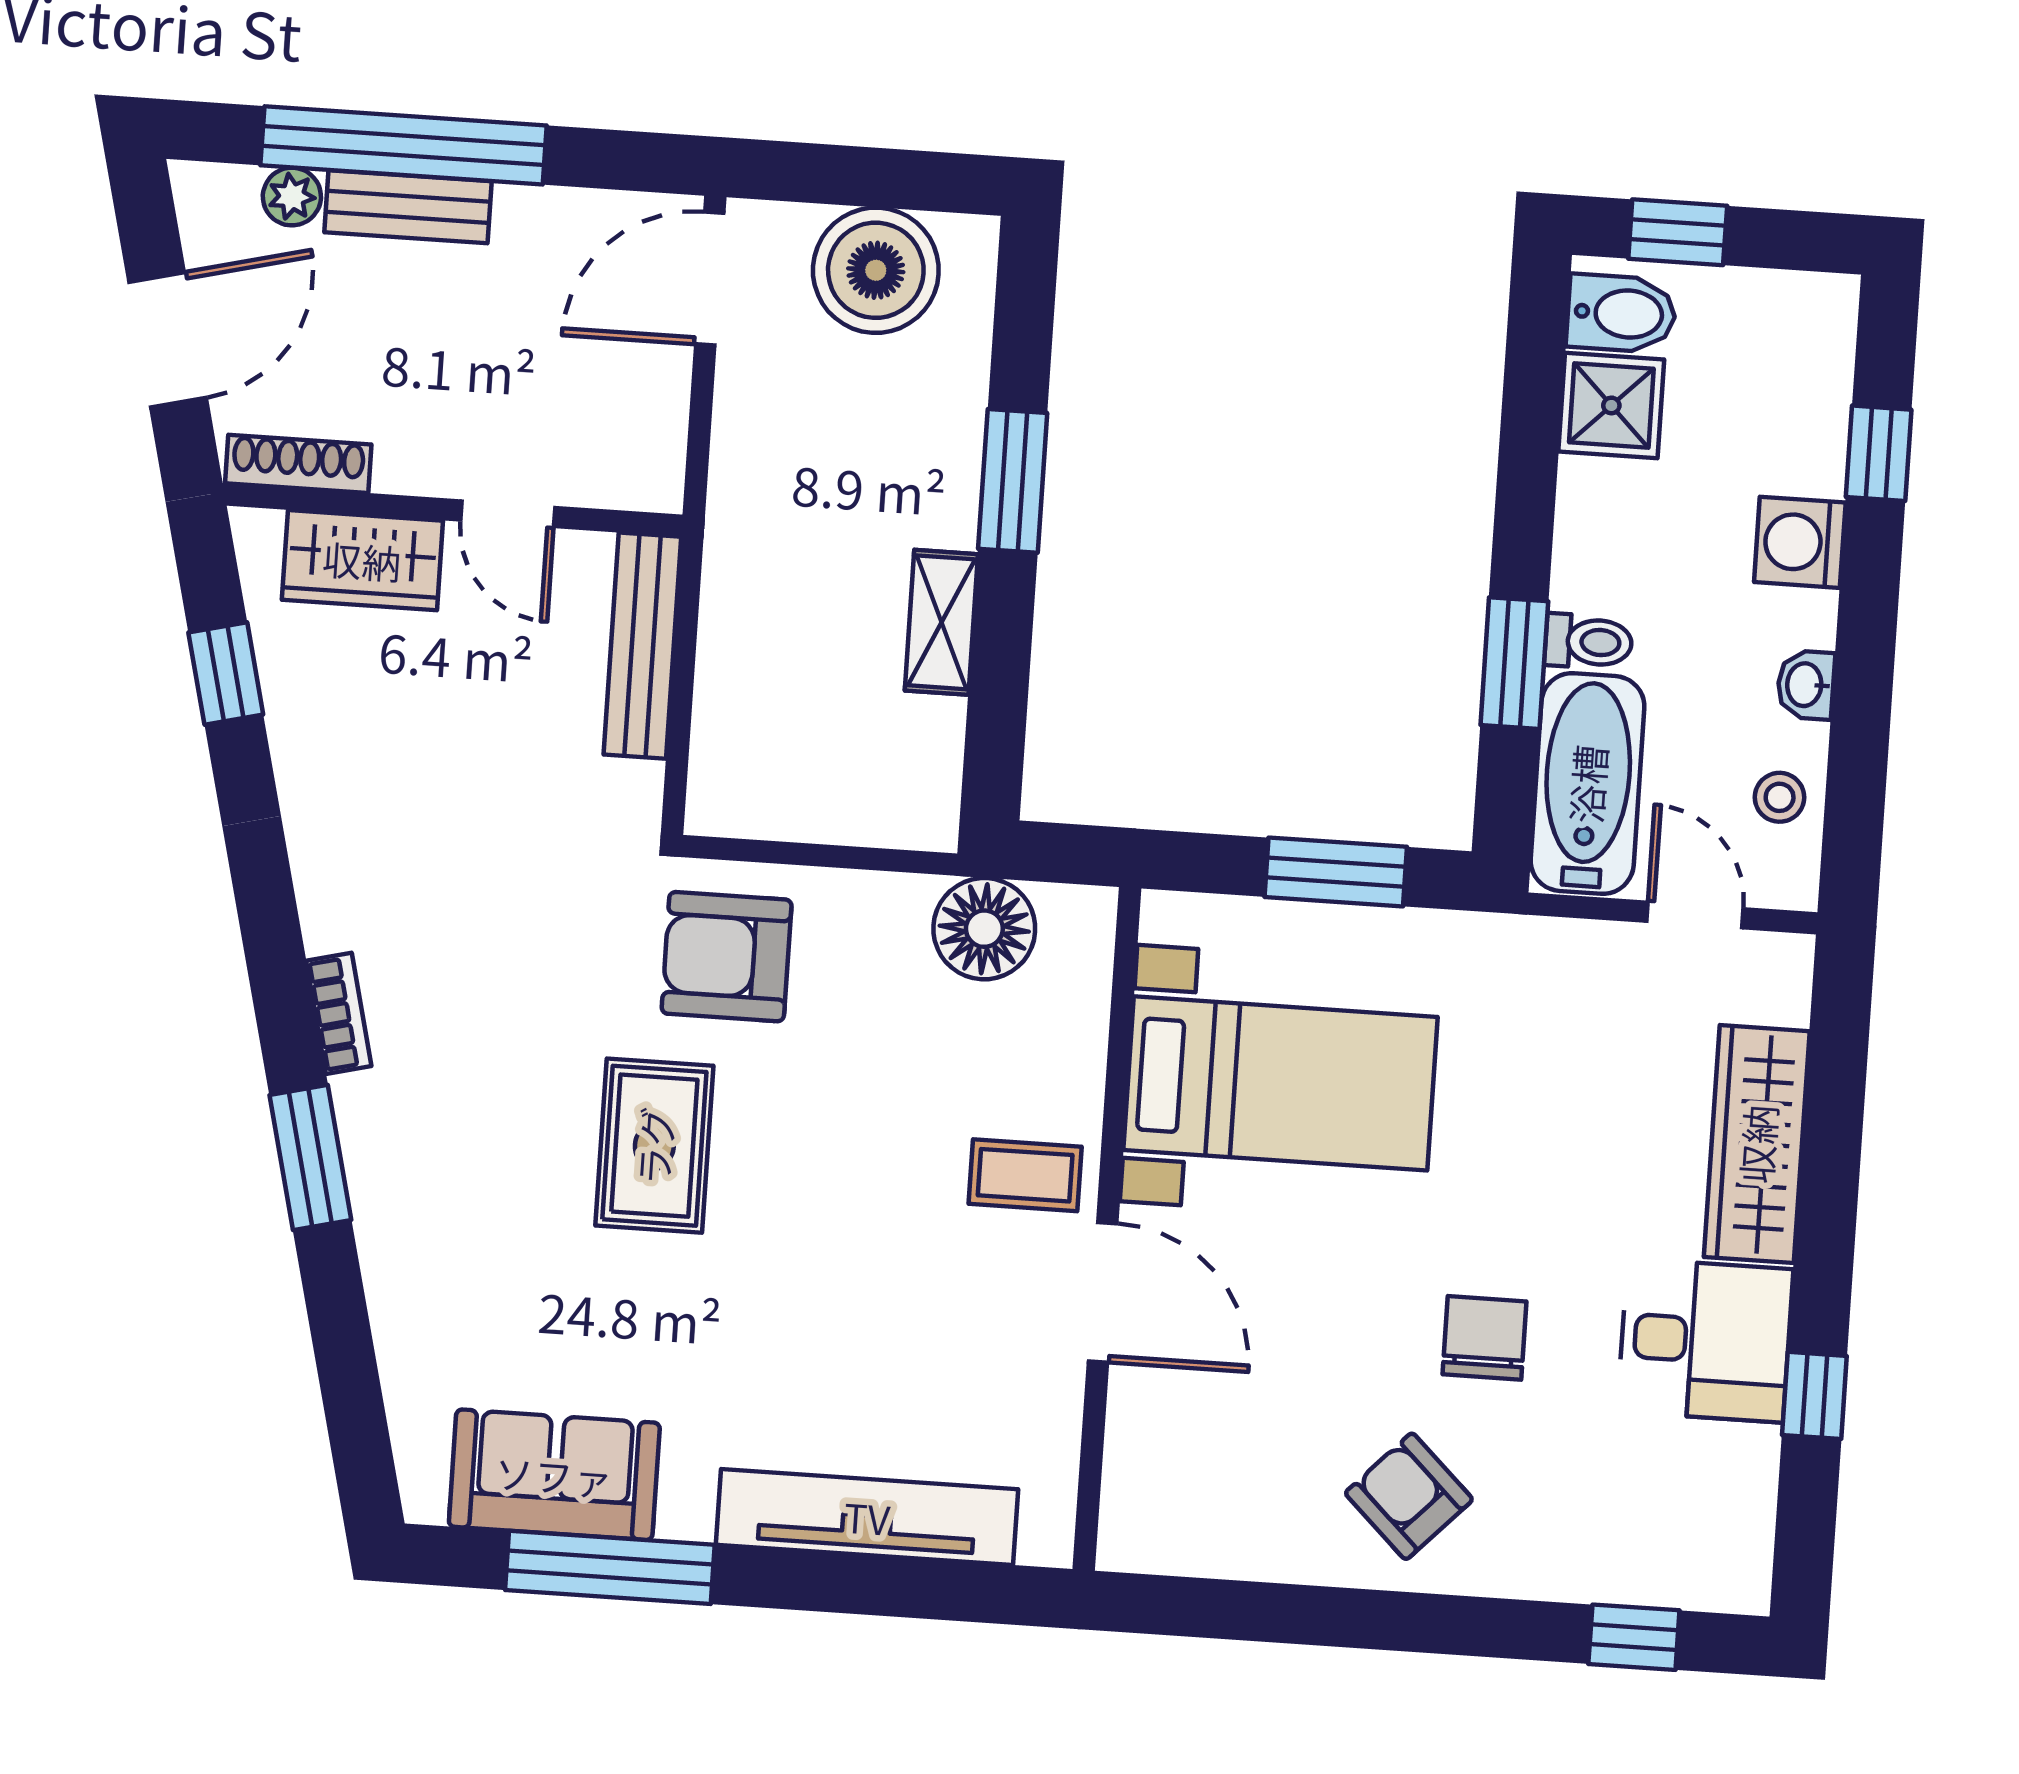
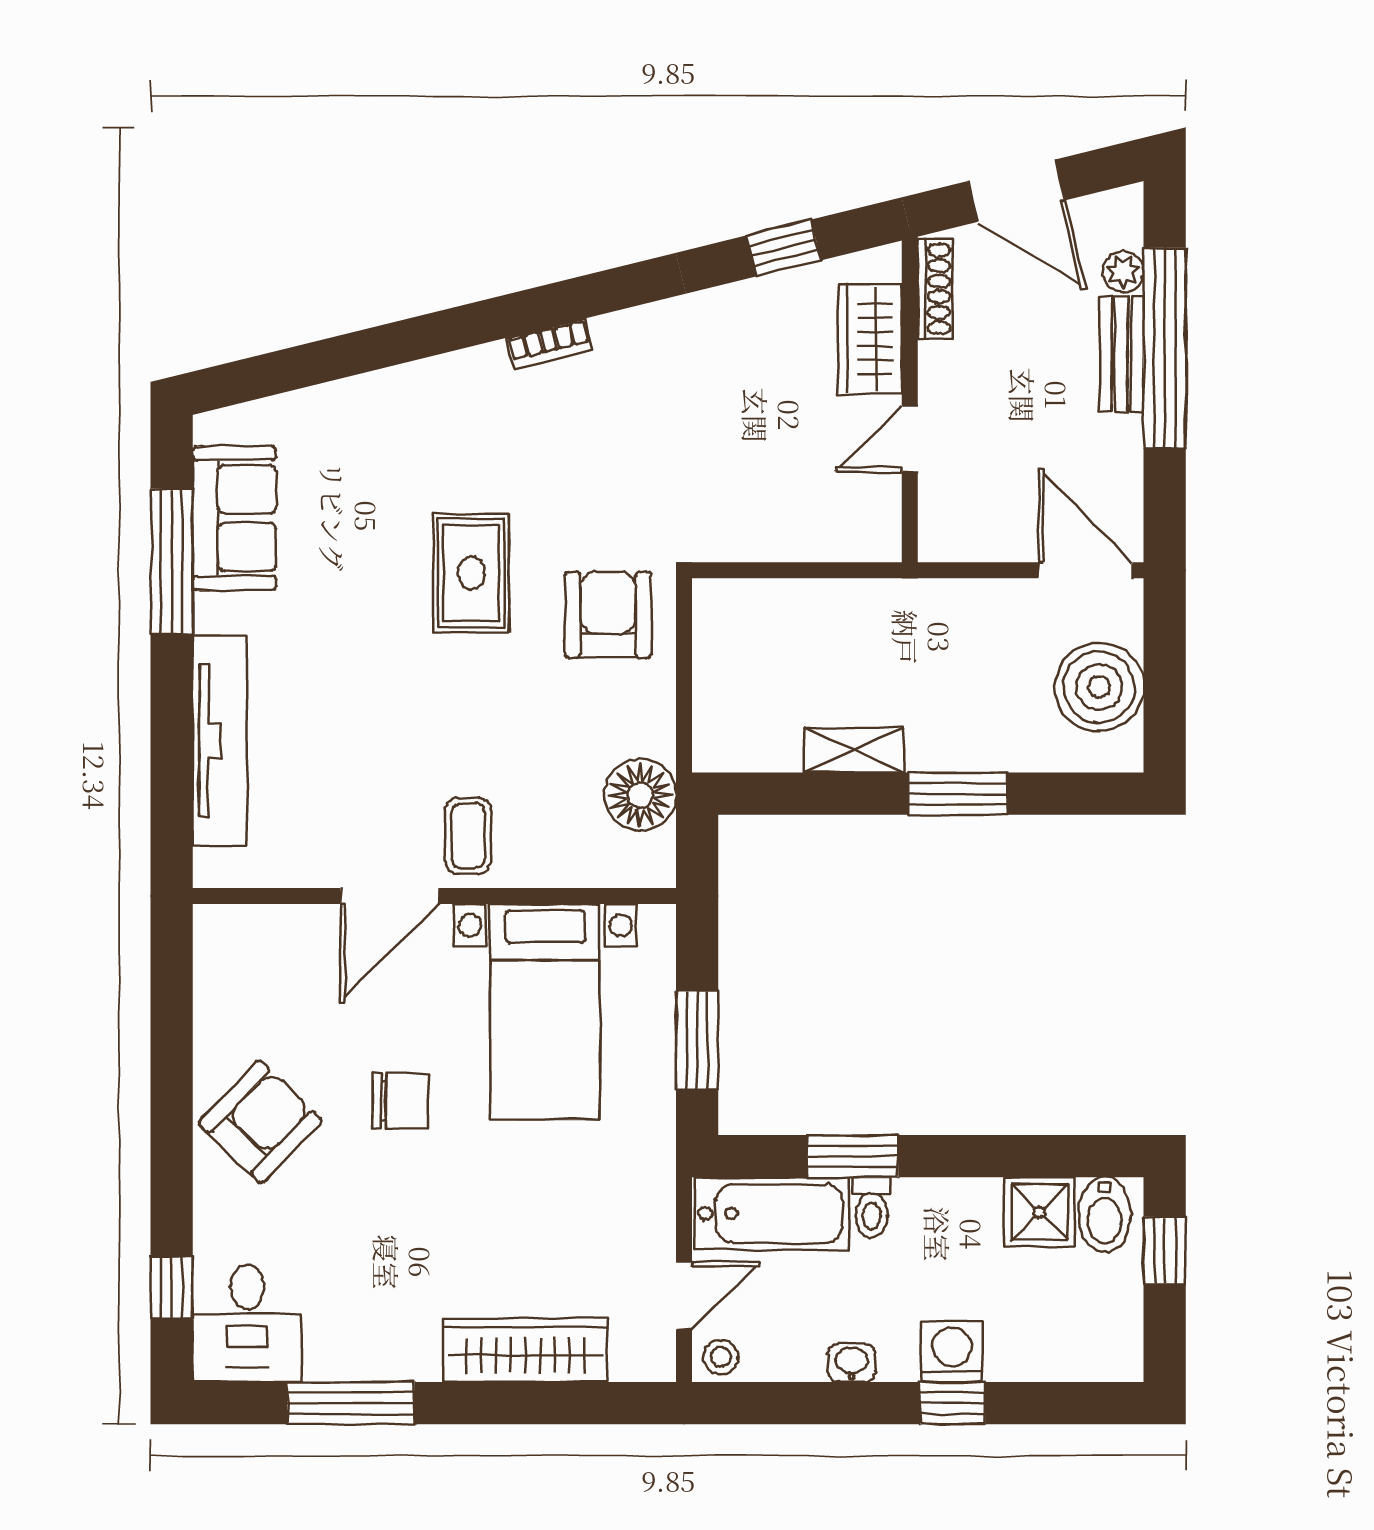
window: (1879, 453) -> (953, 1403), moved
bench: (642, 646) -> (823, 540), removed
stool: (1780, 797) -> (721, 1357), moved
rug: (654, 1146) -> (471, 573), turned 90
window: (310, 1158) -> (446, 331), removed
chair: (1485, 1338) -> (400, 1101), moved
desk: (1705, 1340) -> (247, 1323), moved
window: (1814, 1395) -> (351, 1403), width x2.17
armchair: (1409, 1496) -> (260, 1122), width x1.38, depth x1.38

